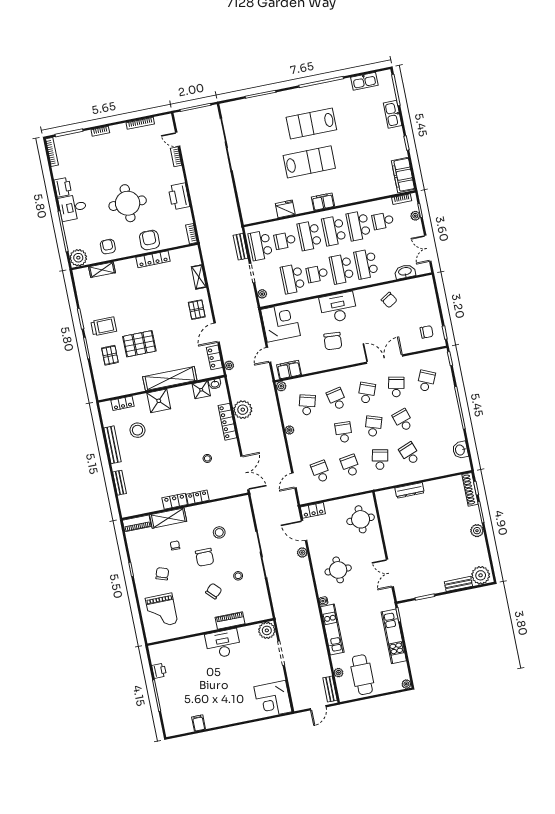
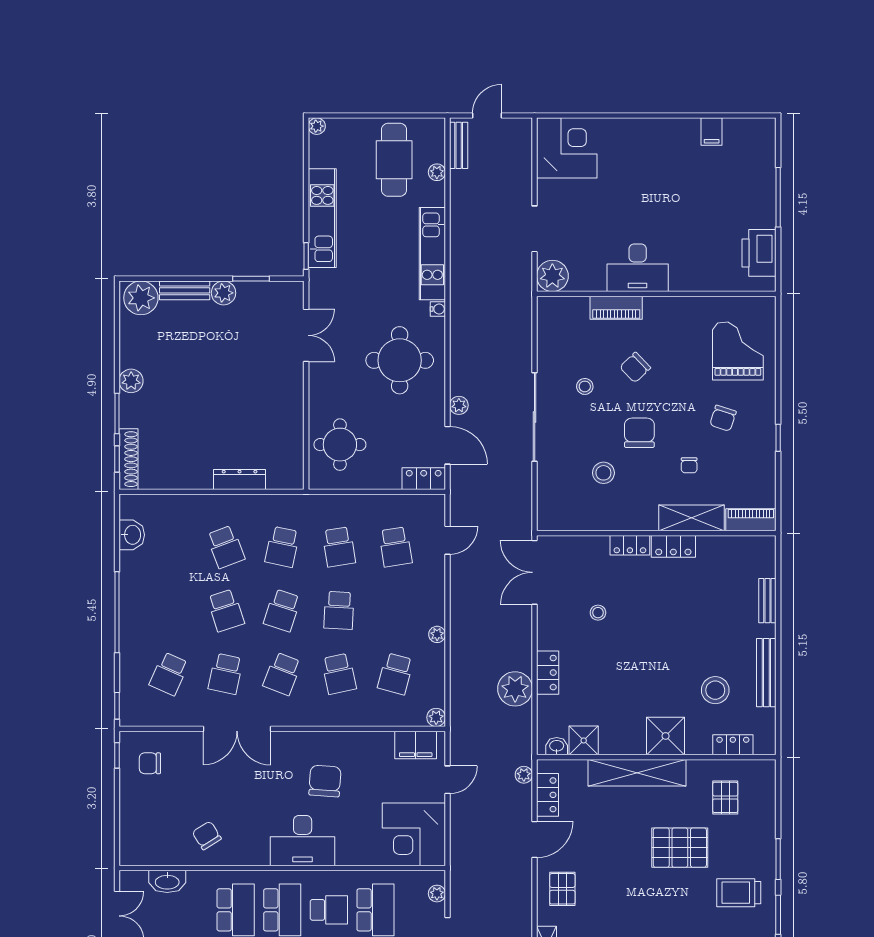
pallet: (110, 355) -> (725, 797), moved
locker: (227, 422) -> (548, 673), width x0.66
round table: (338, 570) -> (400, 360), width x1.36, depth x1.36
plant: (438, 587) -> (224, 293), added
printer: (159, 671) -> (759, 253), width x1.87, depth x1.48

